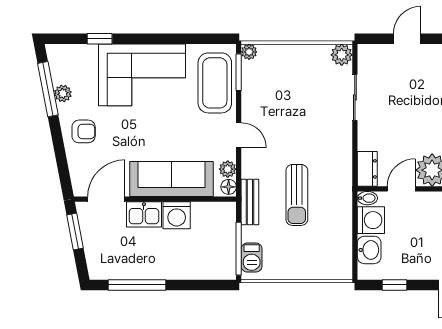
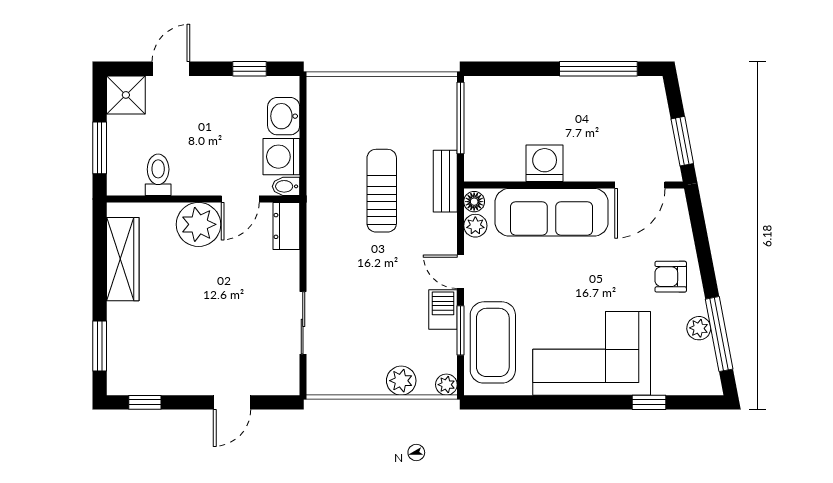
plant: (342, 55) -> (401, 381), moved
window: (239, 72) -> (460, 330), moved
kitchen sink: (144, 214) -> (589, 164), removed
barbecue: (252, 258) -> (443, 309), moved

